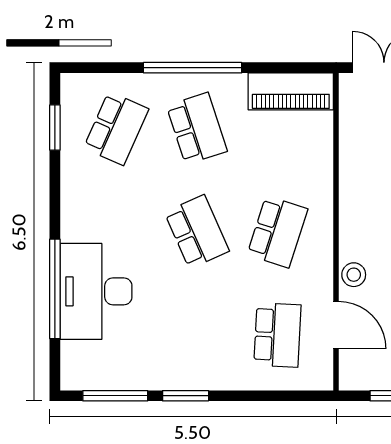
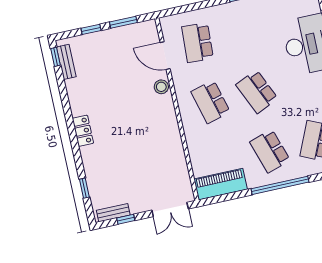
school desk: (277, 232) -> (211, 102), turned -33

